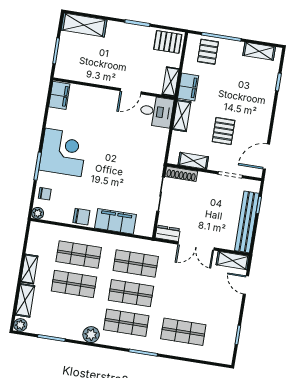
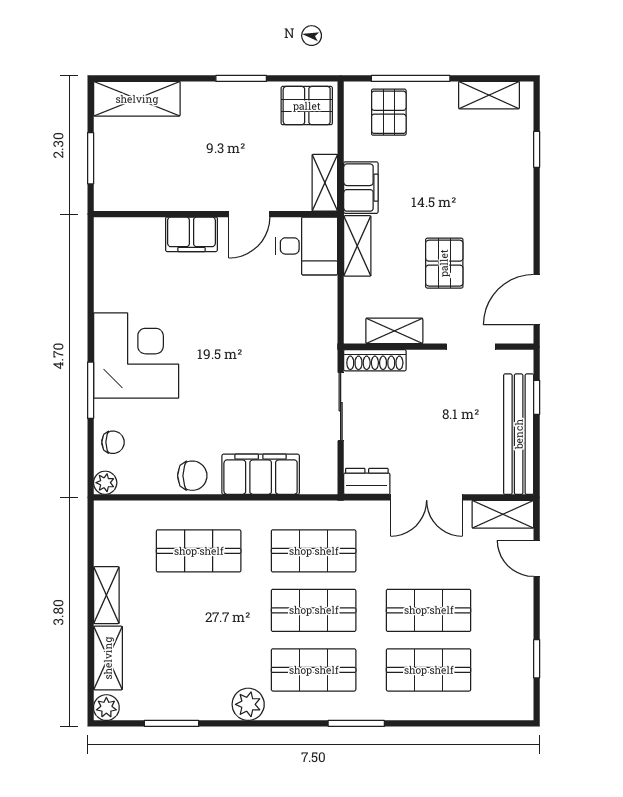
filing cabinet: (59, 95) -> (191, 234), moved, turned 90
shop shelf: (74, 284) -> (429, 610), moved

